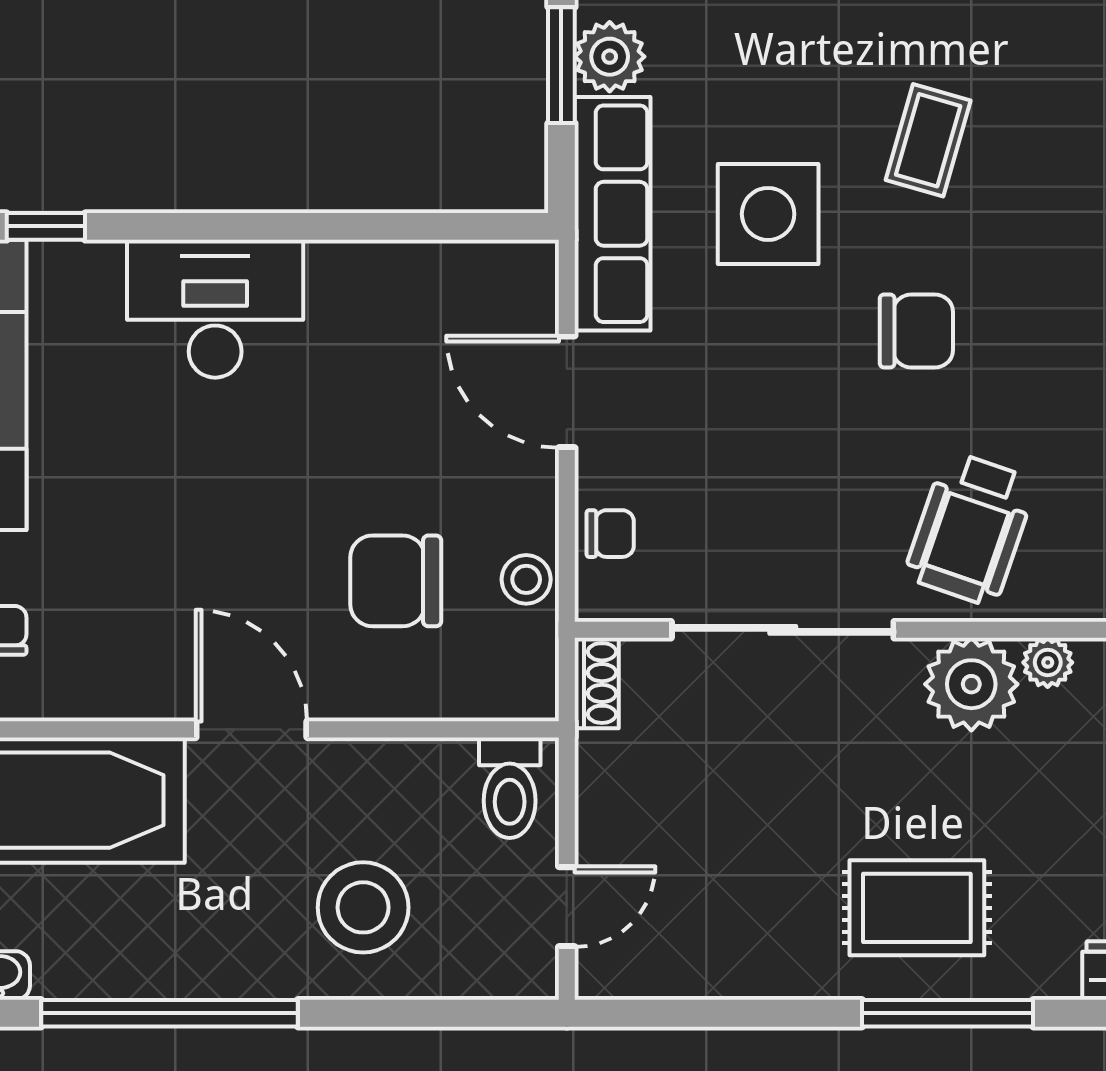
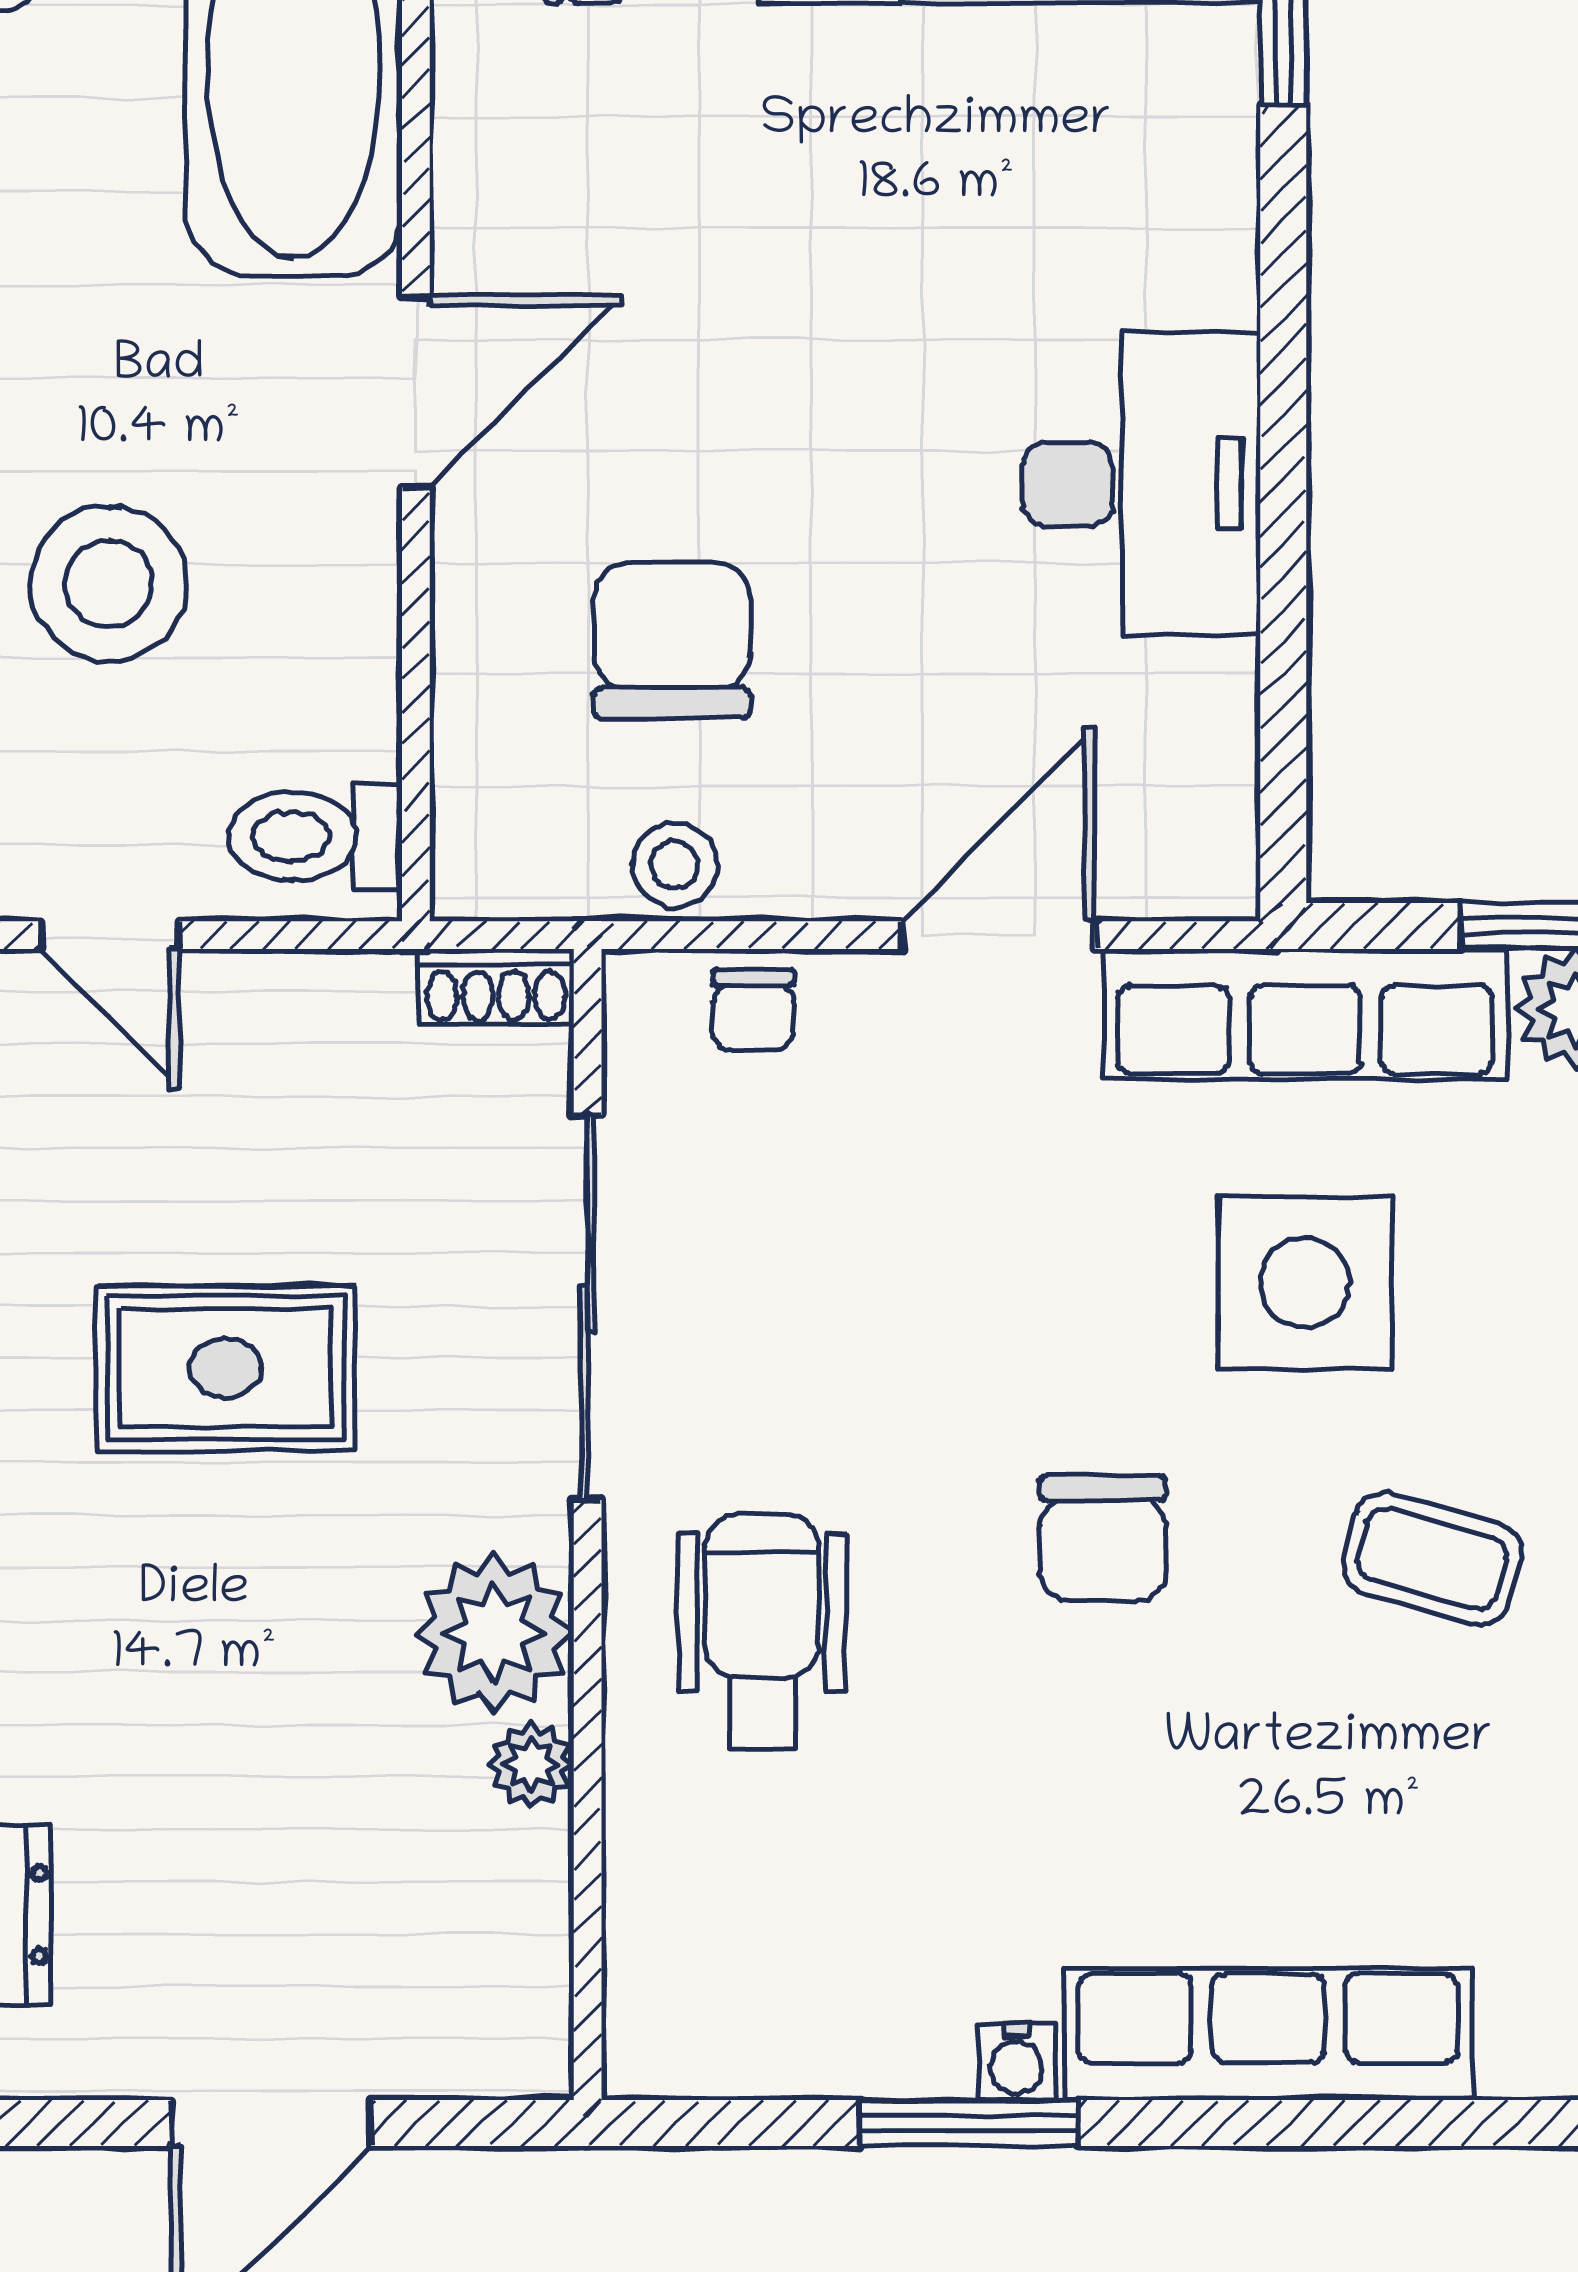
desk: (215, 309) -> (1141, 484), moved
wheelchair: (970, 529) -> (762, 1631), turned 71
rug: (917, 908) -> (225, 1368), moved, turned 90

